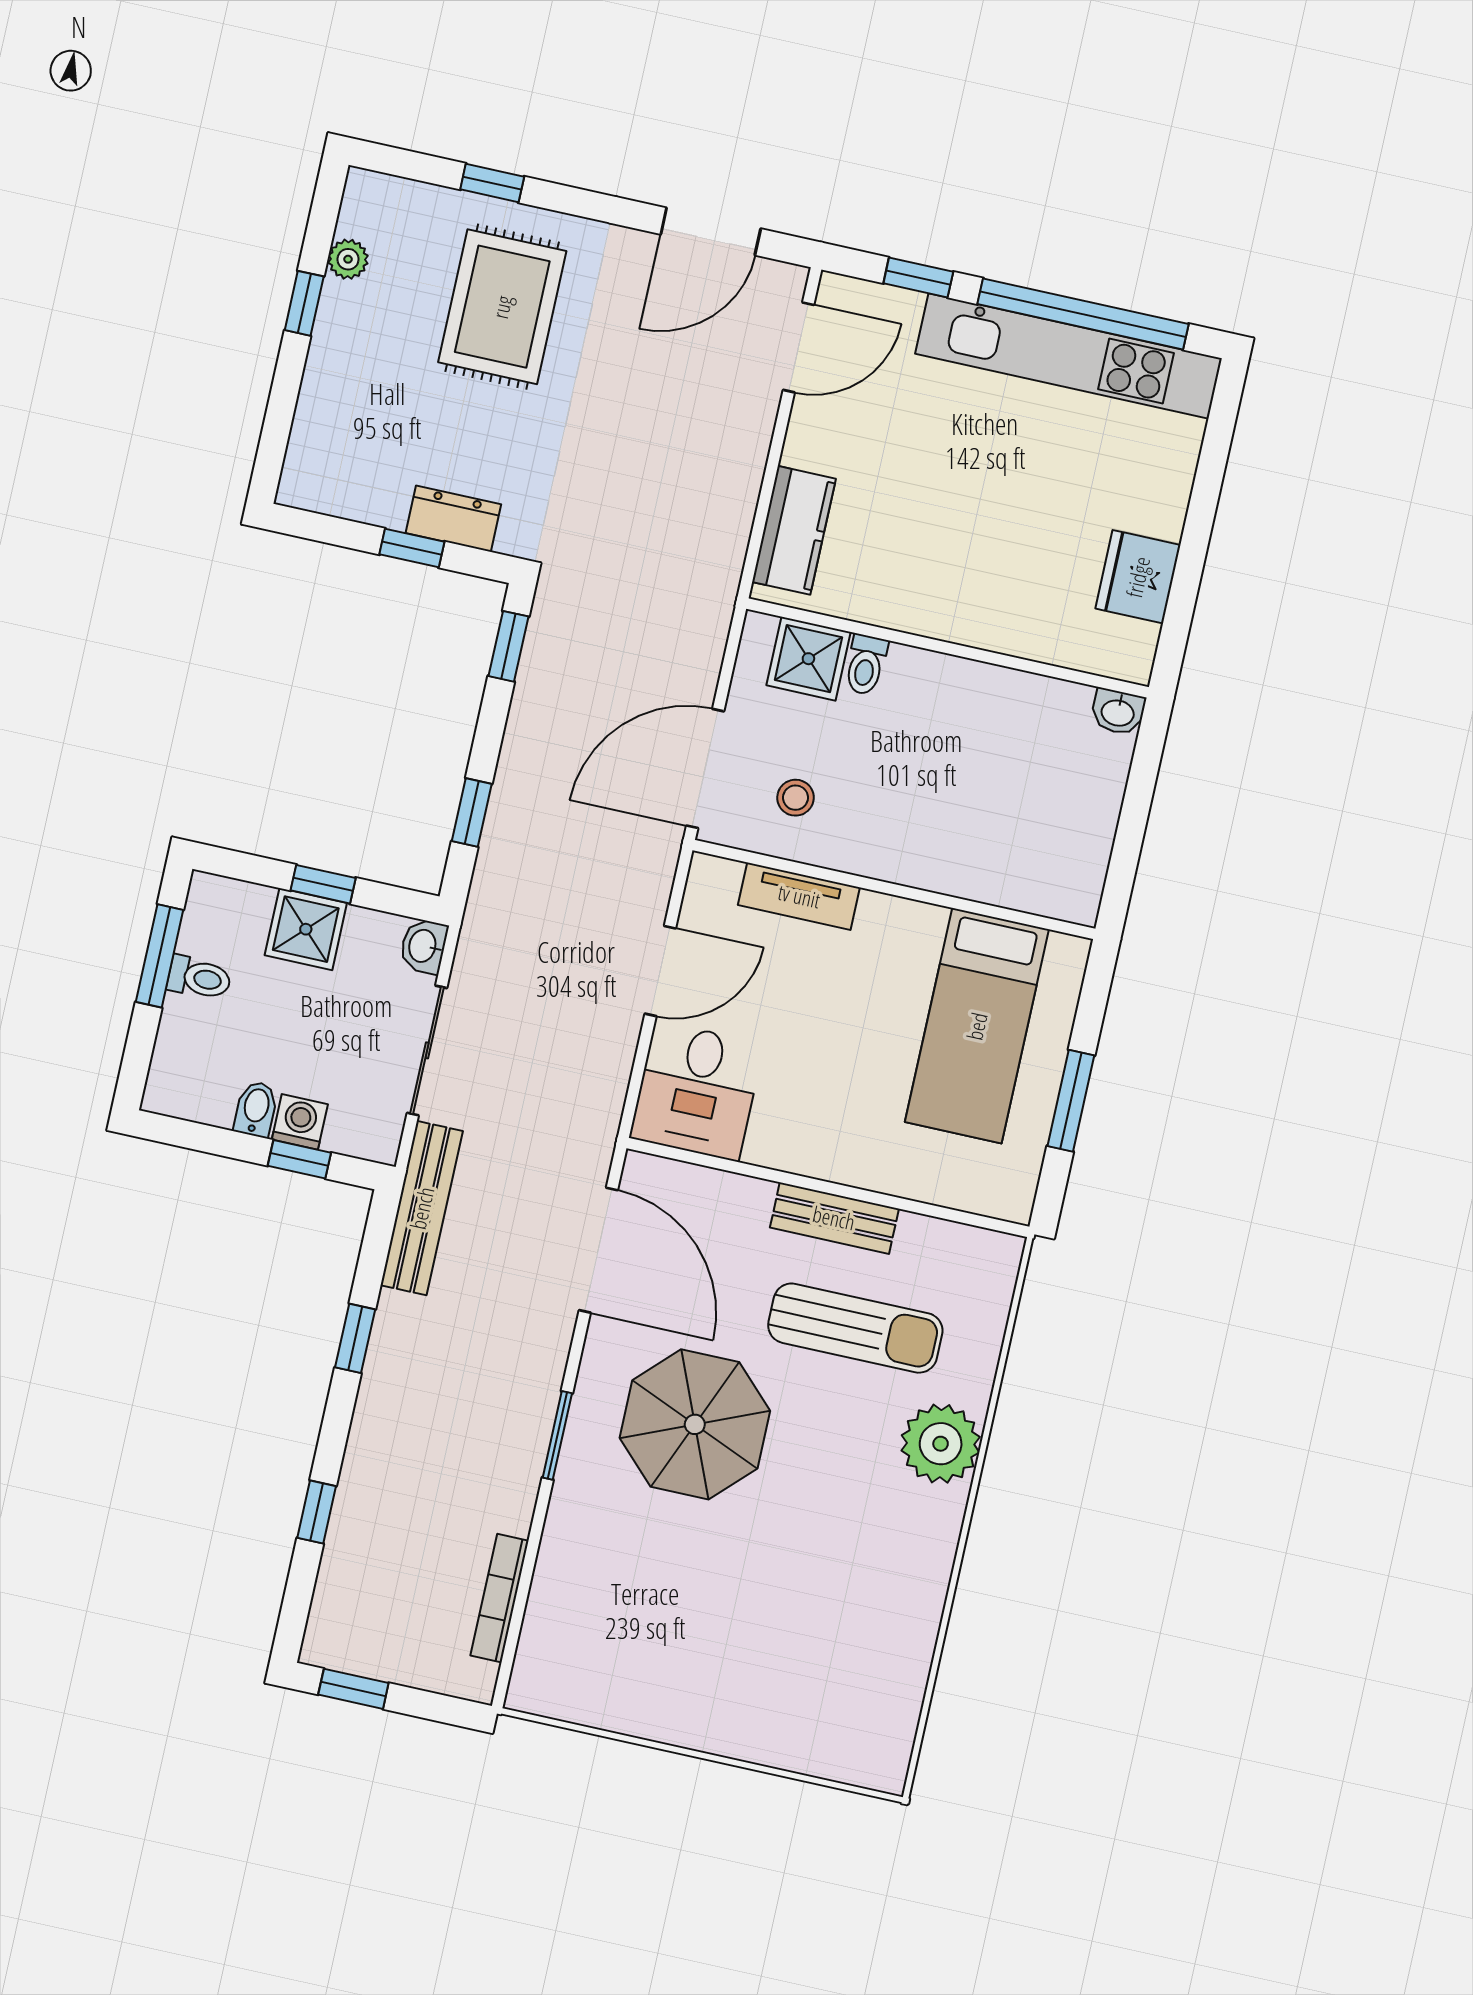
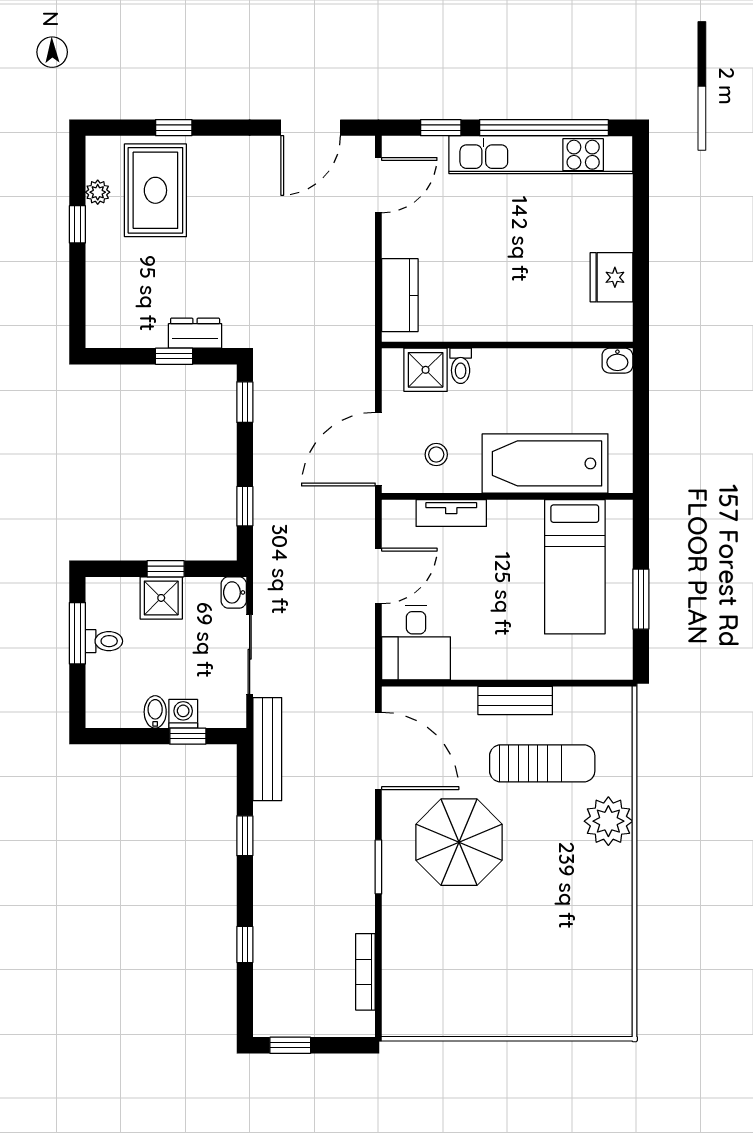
rug: (502, 307) -> (155, 190), moved
bathtub: (966, 850) -> (545, 463), added

